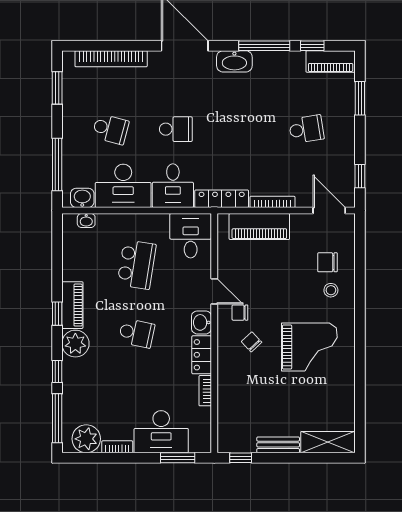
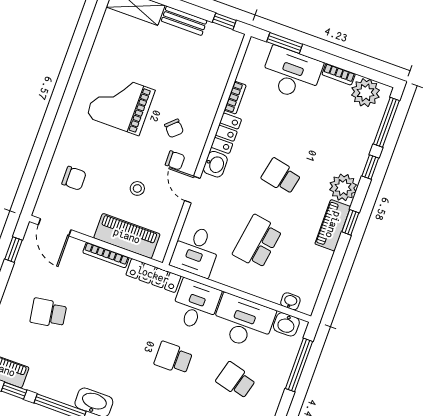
stool: (331, 290) -> (137, 188), moved

